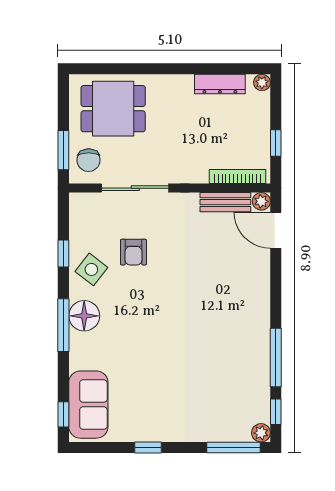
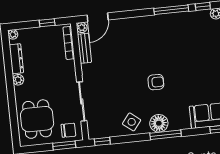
plant: (184, 83) -> (18, 80), added
armchair: (134, 252) -> (156, 82), moved
window: (63, 253) -> (102, 141), moved

